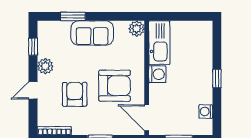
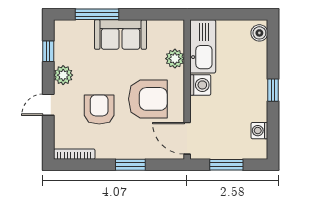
window: (73, 16) -> (97, 14), width x1.44
plant: (137, 29) -> (175, 59), moved
boiler: (206, 32) -> (259, 33), added

